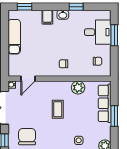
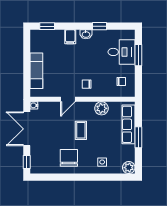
exam couch: (14, 37) -> (36, 71), moved
door: (28, 79) -> (68, 99), moved
chair: (27, 137) -> (69, 158), moved

